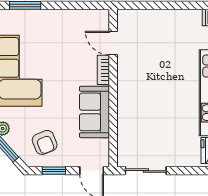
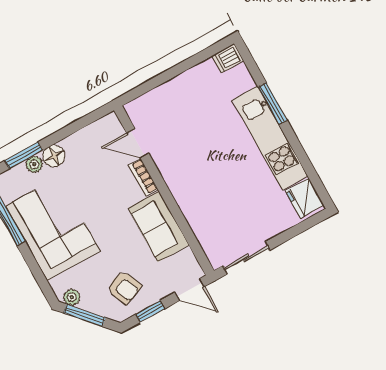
plant: (29, 16) -> (34, 164), added
floor lamp: (47, 18) -> (54, 156), added

